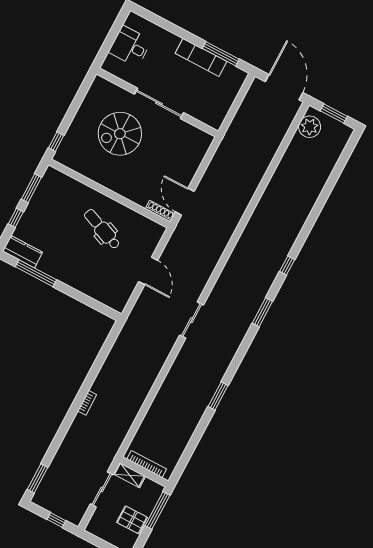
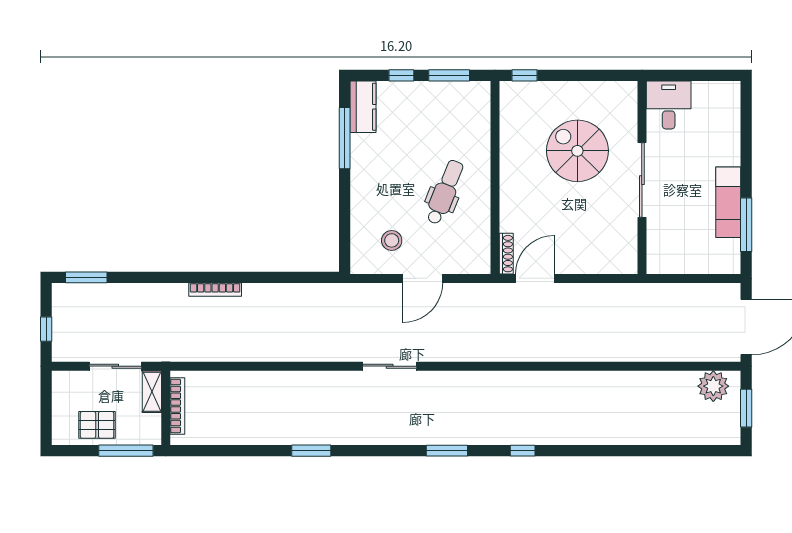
desk: (130, 46) -> (669, 105), moved
stool: (115, 278) -> (392, 240), added
bookcase: (87, 403) -> (215, 290), width x1.56
pallet: (132, 520) -> (97, 425), turned 90

